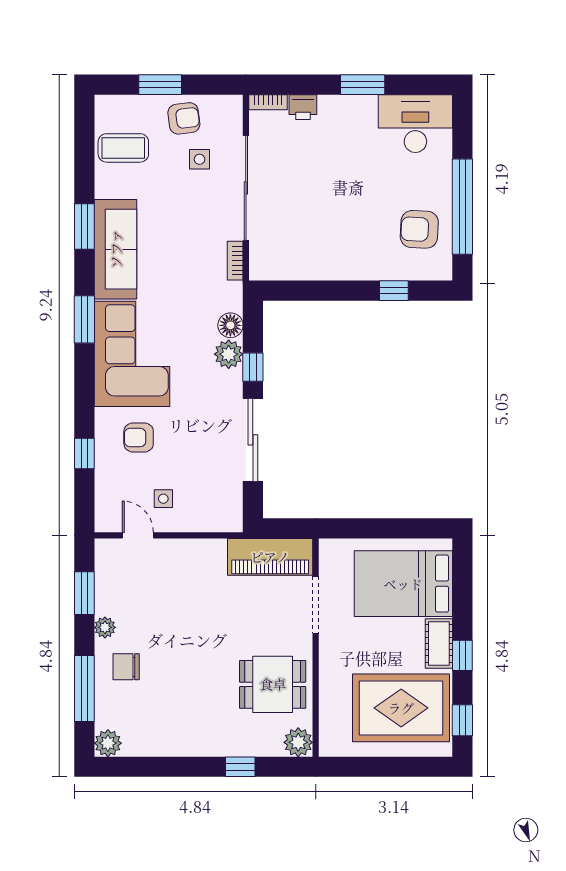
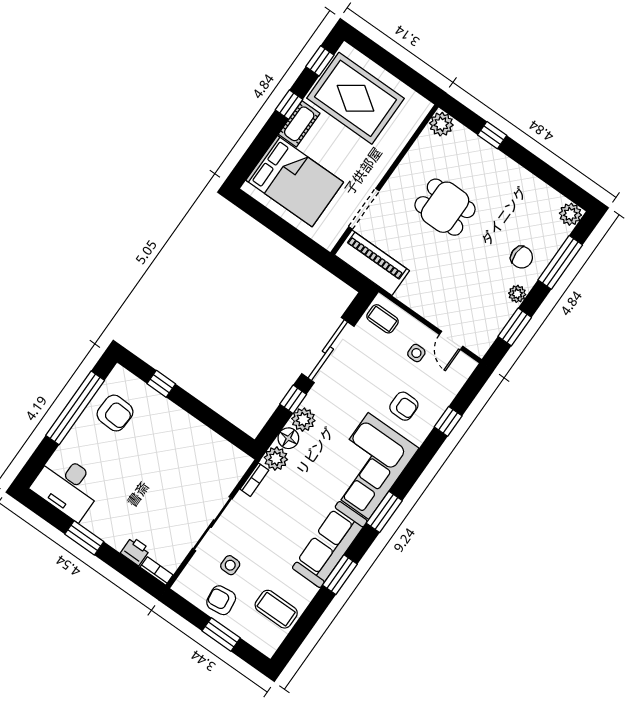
sliding door: (246, 188) -> (212, 524), width x0.73
plant: (229, 296) -> (276, 459), added
coffee table: (221, 509) -> (382, 319), added
dining table: (273, 684) -> (445, 207), moved

